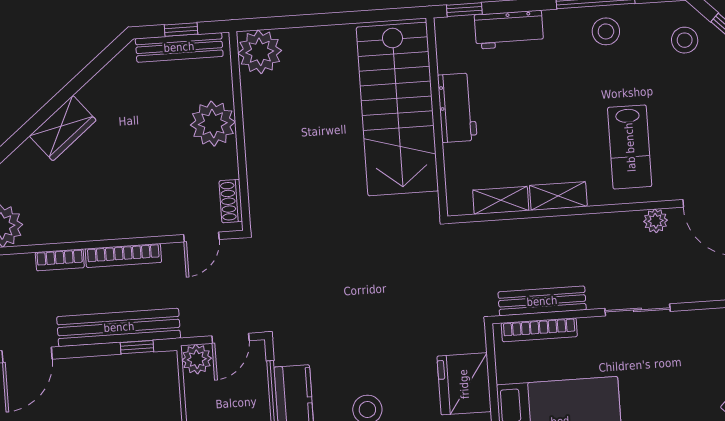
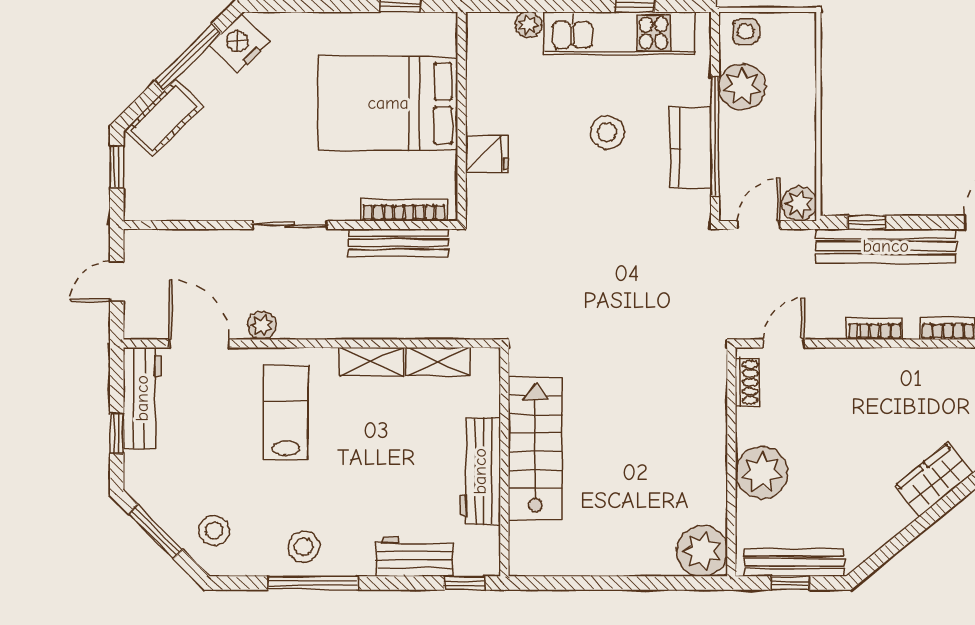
workbench: (457, 108) -> (480, 471), width x1.38
stairs: (397, 109) -> (535, 448), width x0.73, depth x0.66
bookcase: (123, 256) -> (875, 328), width x0.64
fridge: (464, 384) -> (487, 154), width x0.53, depth x0.75

